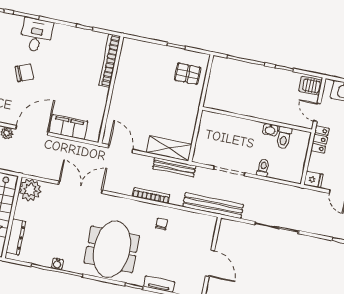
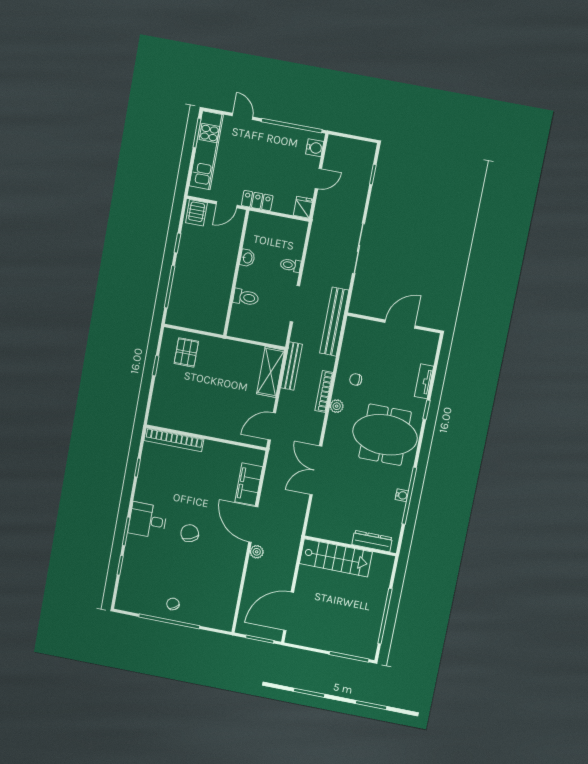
toilet: (284, 138) -> (246, 297), moved
plant: (30, 190) -> (337, 406), moved, width x0.53, depth x0.53

